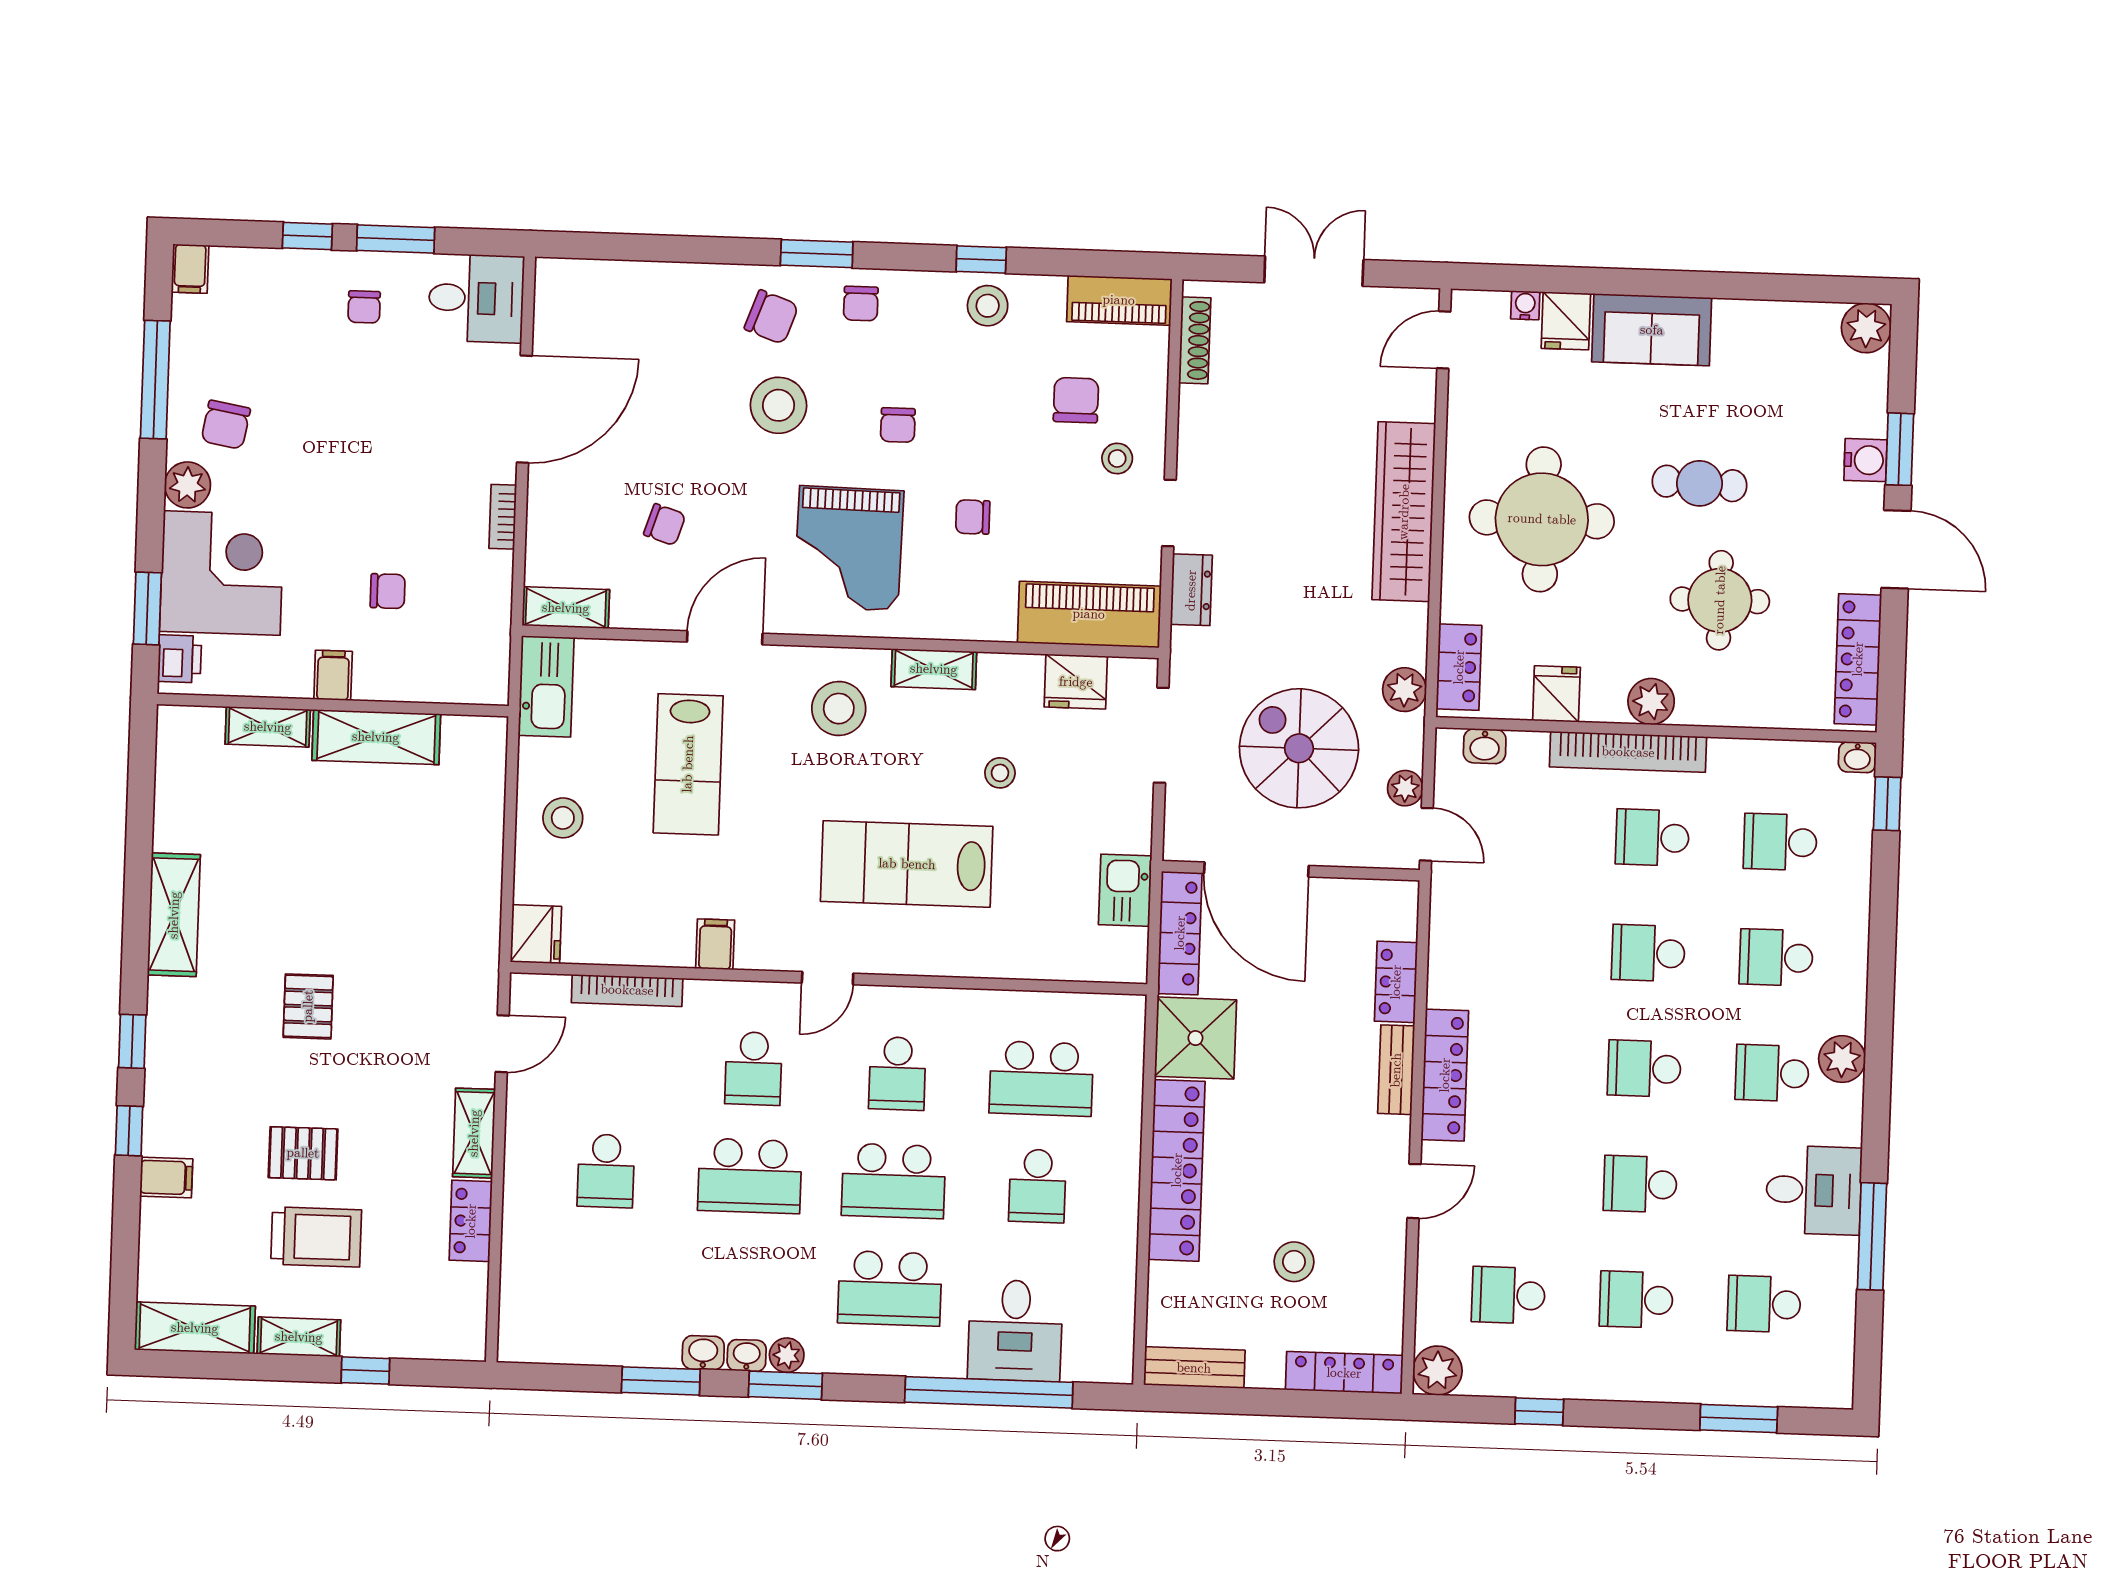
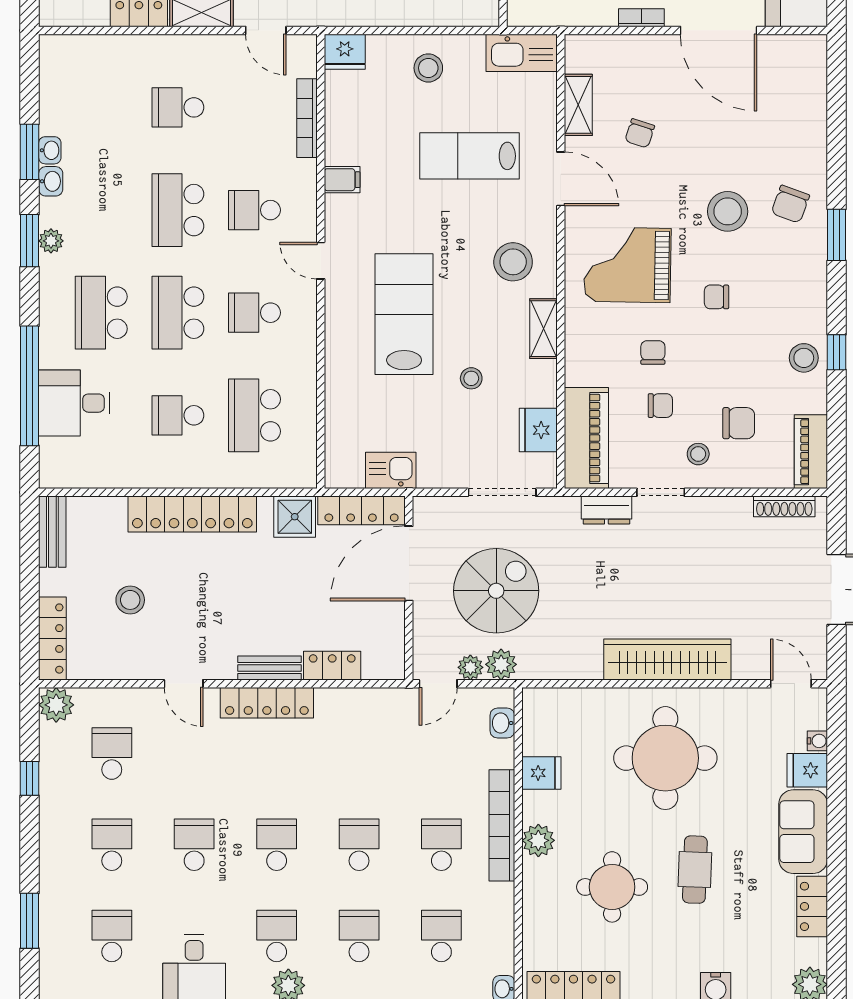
chair: (861, 304) -> (660, 406), moved, turned 180
shelving: (566, 608) -> (578, 105), moved
locker: (1459, 667) -> (812, 906), moved, turned 90
plant: (1404, 690) -> (501, 664), moved
shower: (1195, 1038) -> (295, 517), width x0.73, depth x0.73
washbasin: (747, 1355) -> (50, 150), moved

